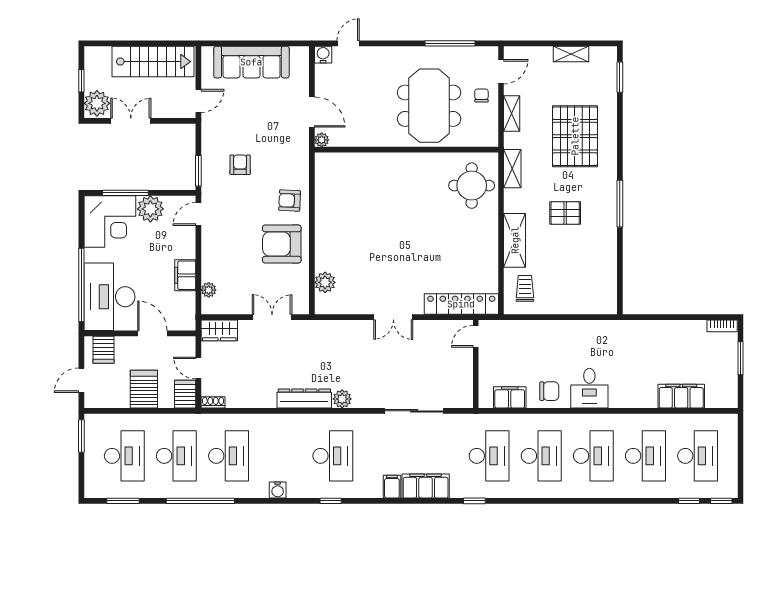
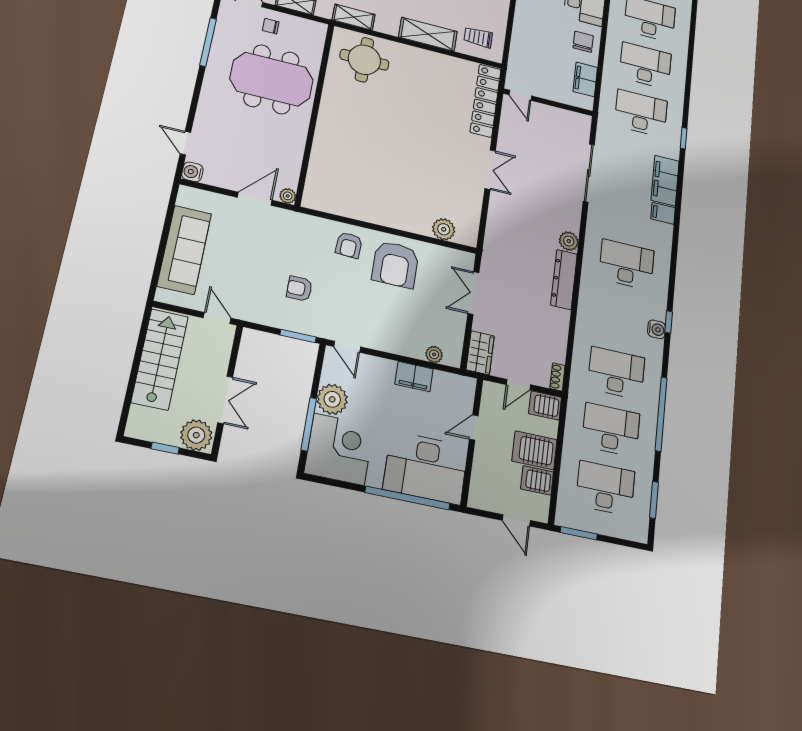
double door: (131, 121) -> (225, 400), swing flipped
door: (152, 333) -> (474, 428), width x0.73
server rack: (103, 350) -> (537, 480), moved, turned 180
window: (331, 501) -> (669, 322), moved

